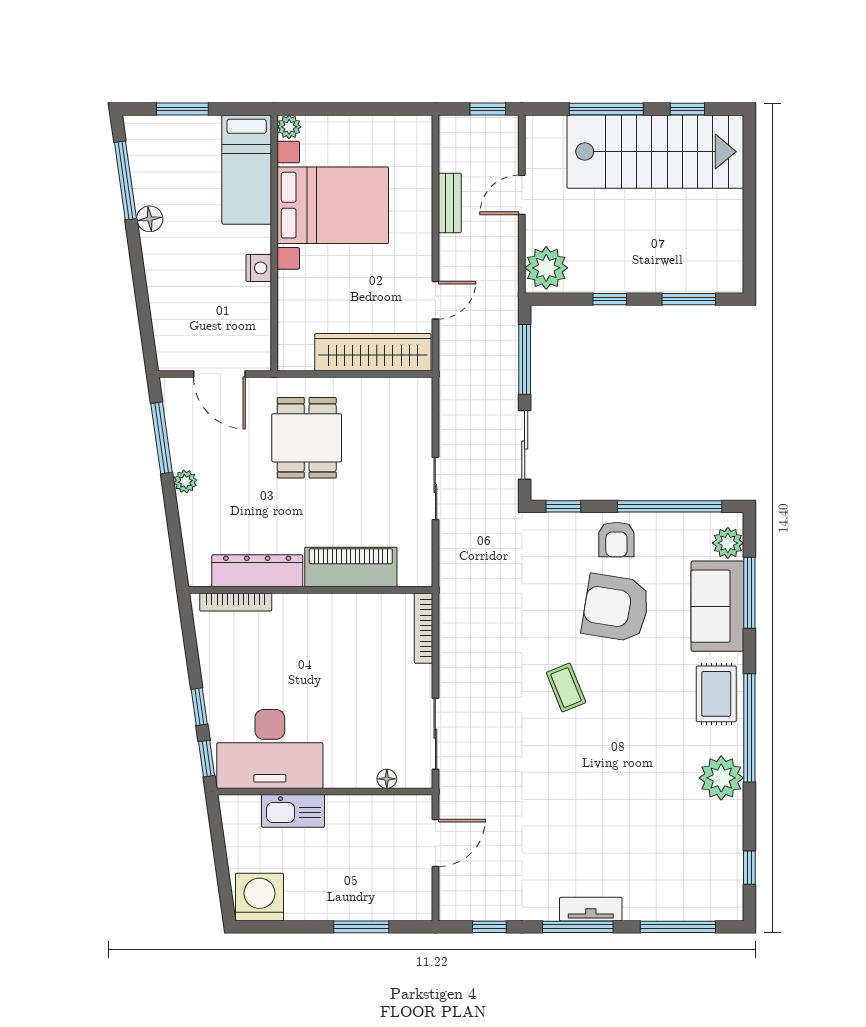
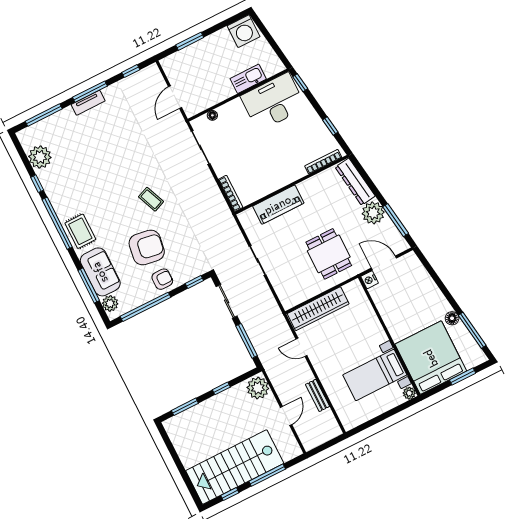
window: (488, 109) -> (322, 448), removed
bed: (247, 170) -> (431, 358), width x2.04
bed with nightstands: (333, 205) -> (375, 375), width x0.73
nightstand: (259, 268) -> (370, 280), moved
door: (435, 300) -> (301, 347), hinge flipped
plant: (185, 481) -> (373, 213), width x1.88, depth x1.88
armchair: (616, 539) -> (162, 279), turned 90
dresser: (257, 571) -> (355, 182), moved, turned 82
window: (199, 707) -> (330, 126), moved
plant: (721, 778) -> (40, 157), moved
window: (749, 868) -> (37, 184), moved

